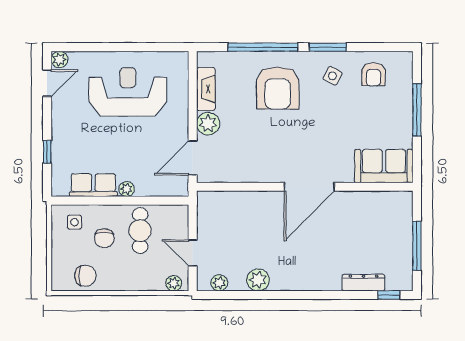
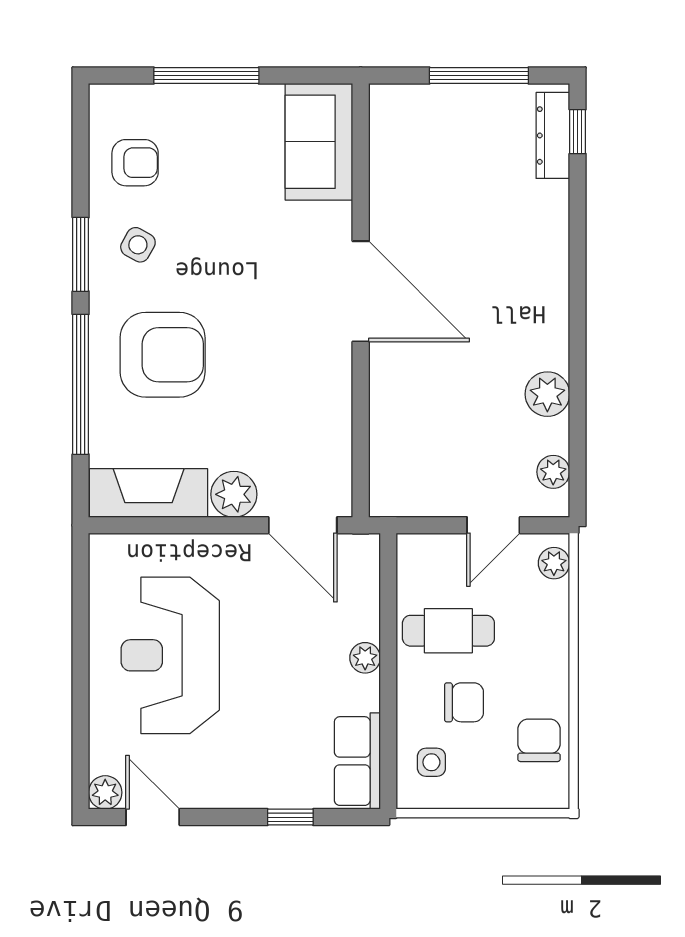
fireplace: (206, 89) -> (149, 493), width x1.37, depth x1.32
row of seats: (93, 185) -> (357, 761), moved
dresser: (363, 283) -> (553, 135), moved

